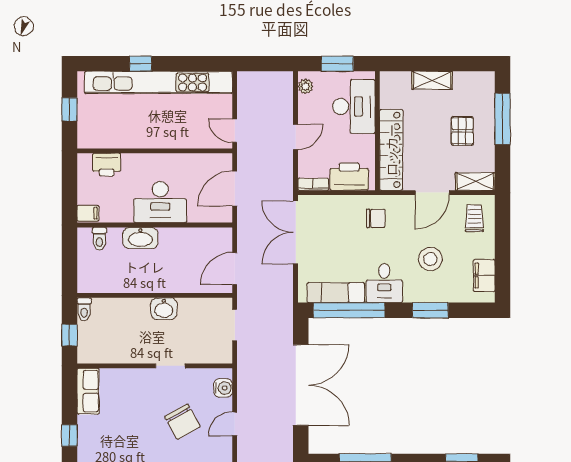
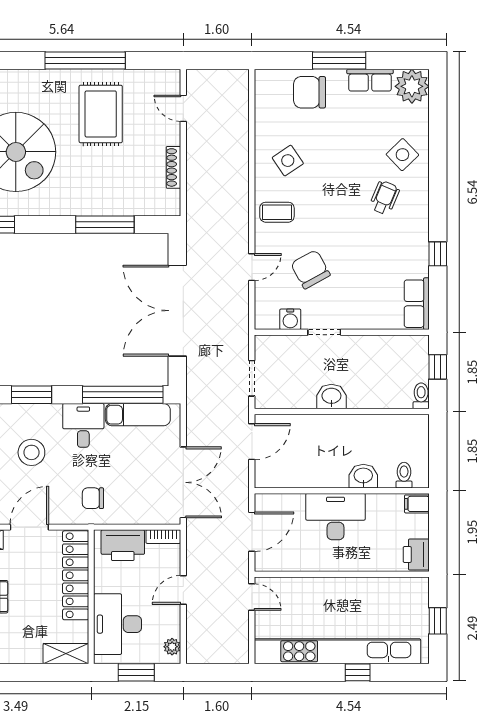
shelving: (432, 80) -> (66, 654), moved
printer: (107, 165) -> (416, 554), moved, turned -90
washbasin: (140, 238) -> (363, 476), width x0.72
water cooler: (223, 388) -> (290, 319), moved, turned -90

